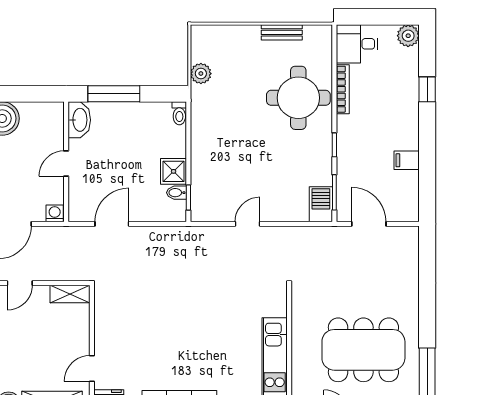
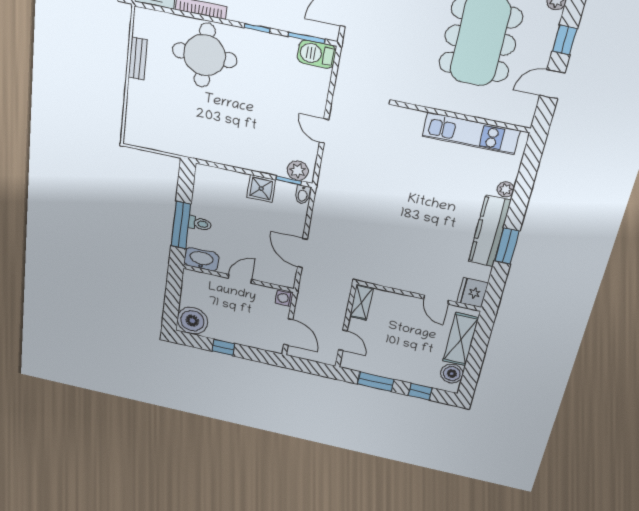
plant: (201, 74) -> (298, 171), moved
toilet: (179, 113) -> (200, 224), moved
door: (66, 164) -> (240, 279), swing flipped
bidet: (177, 193) -> (303, 194), moved

